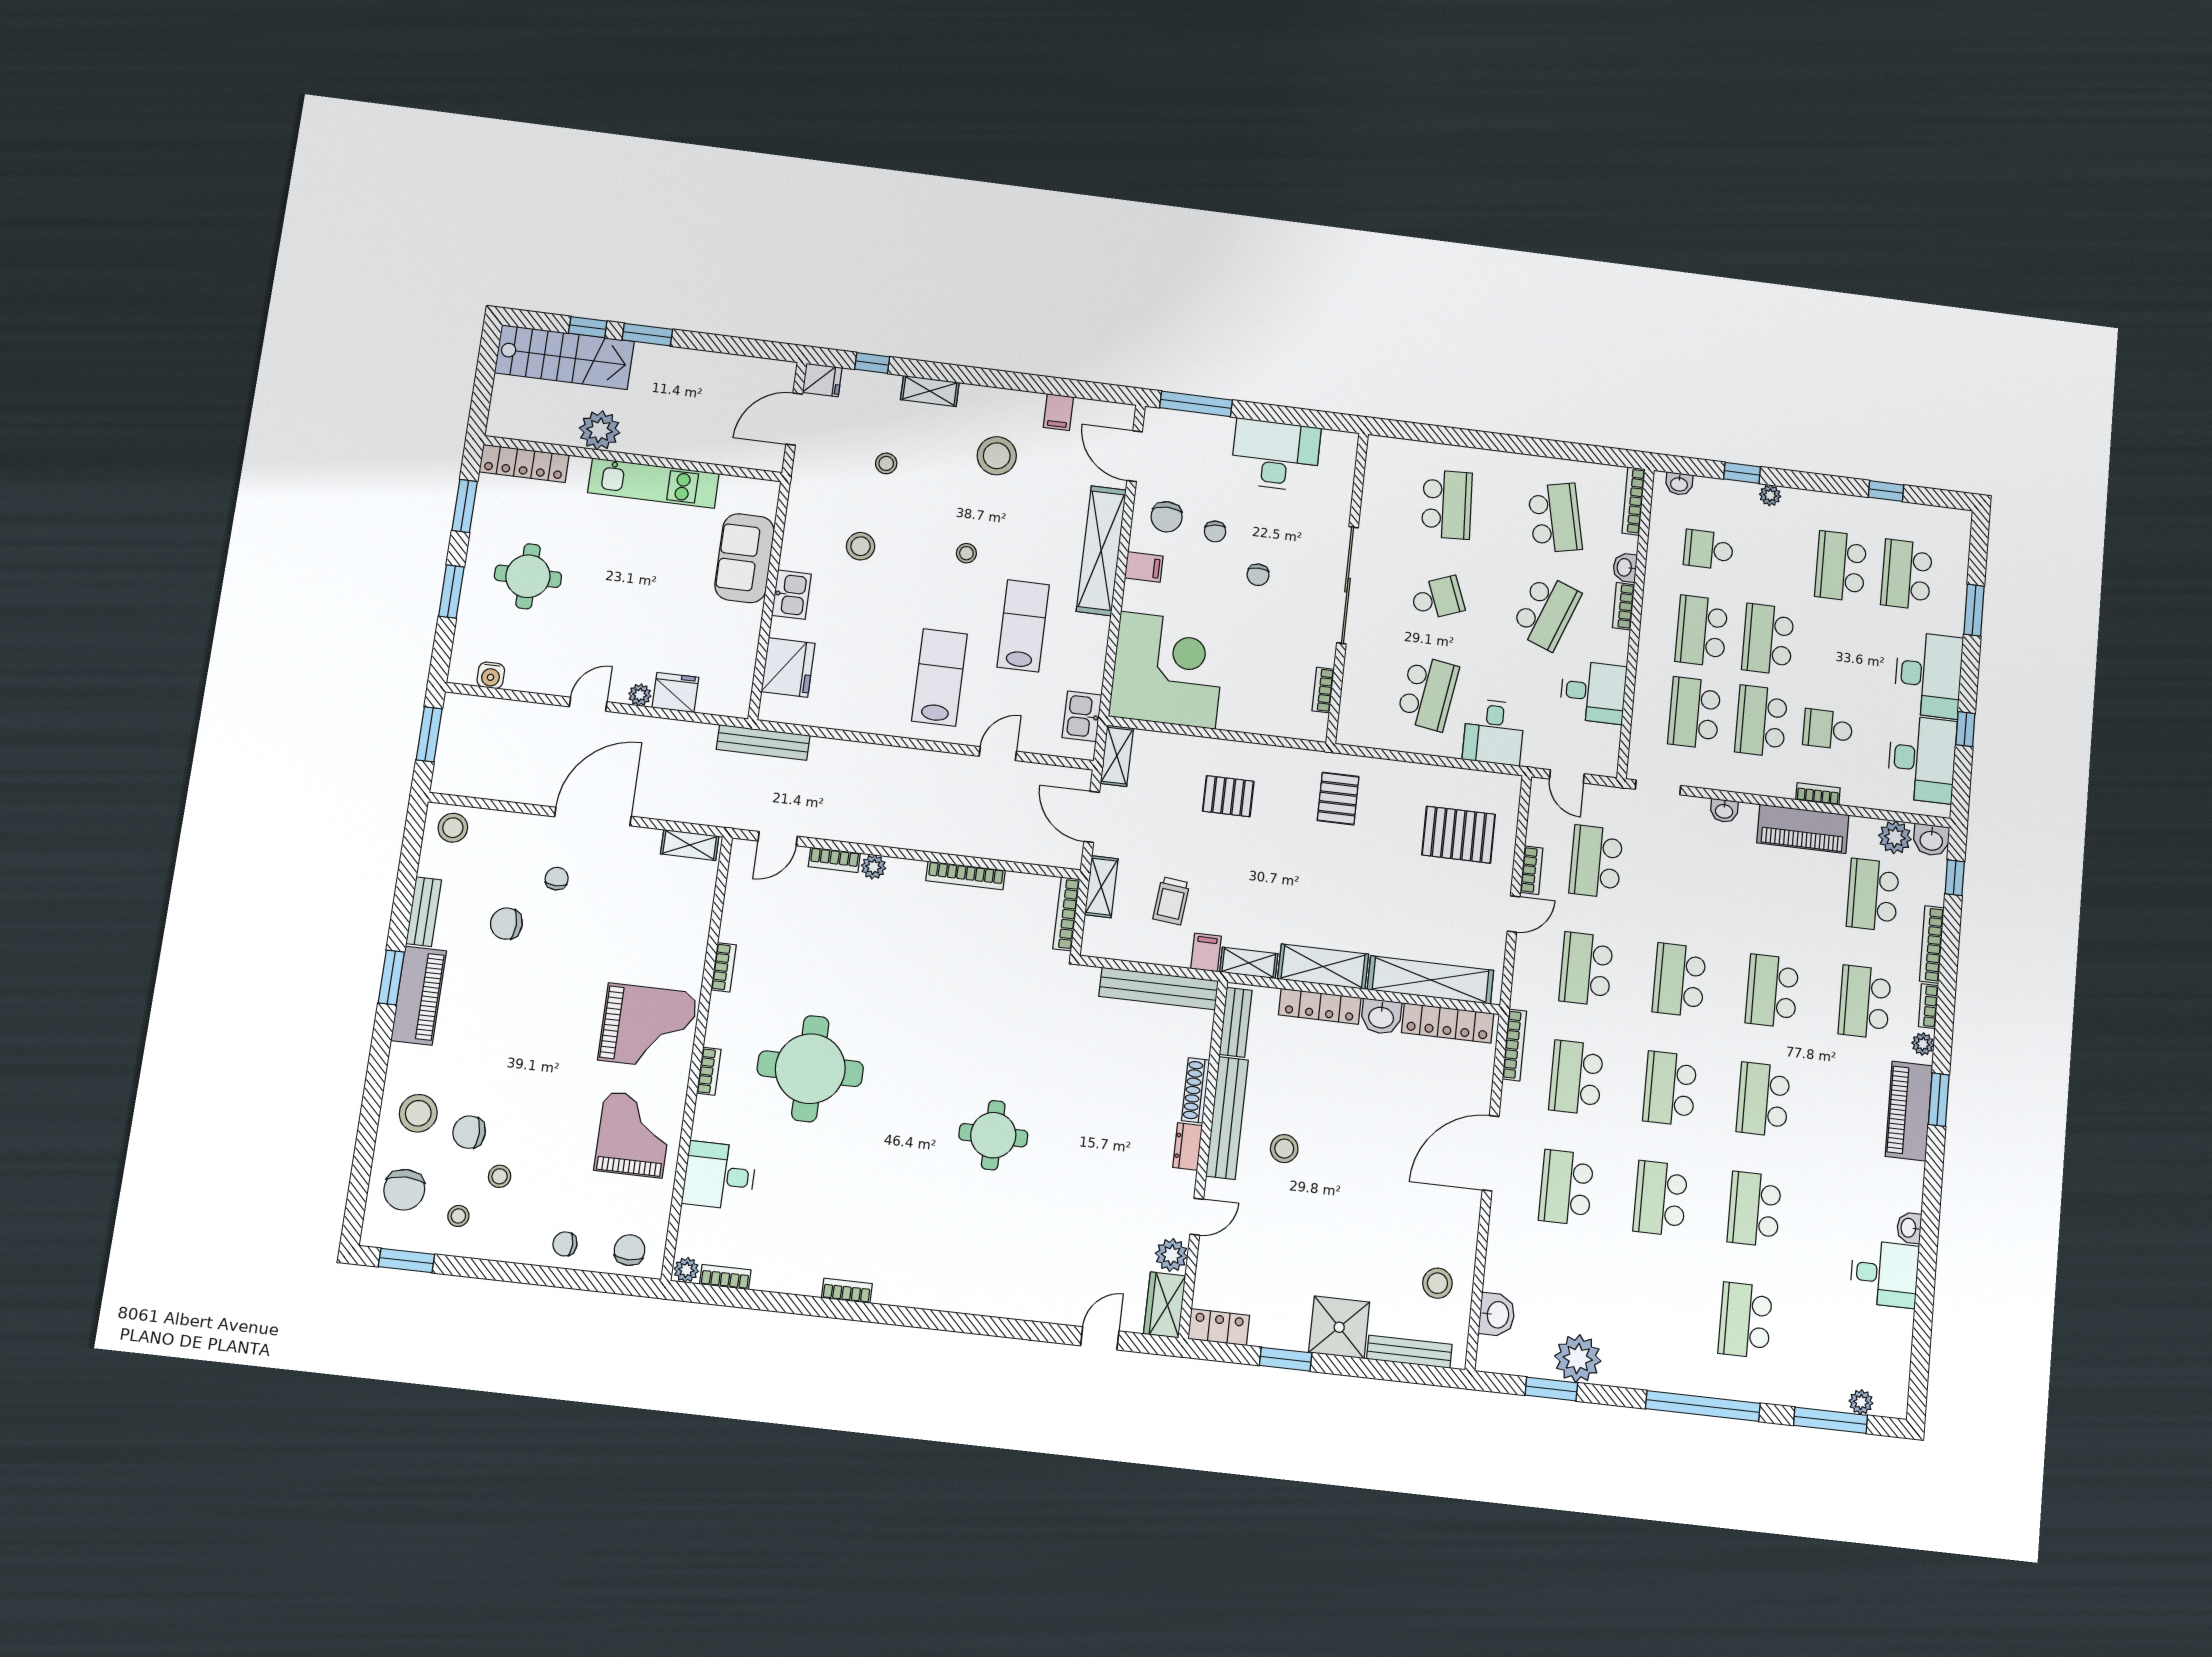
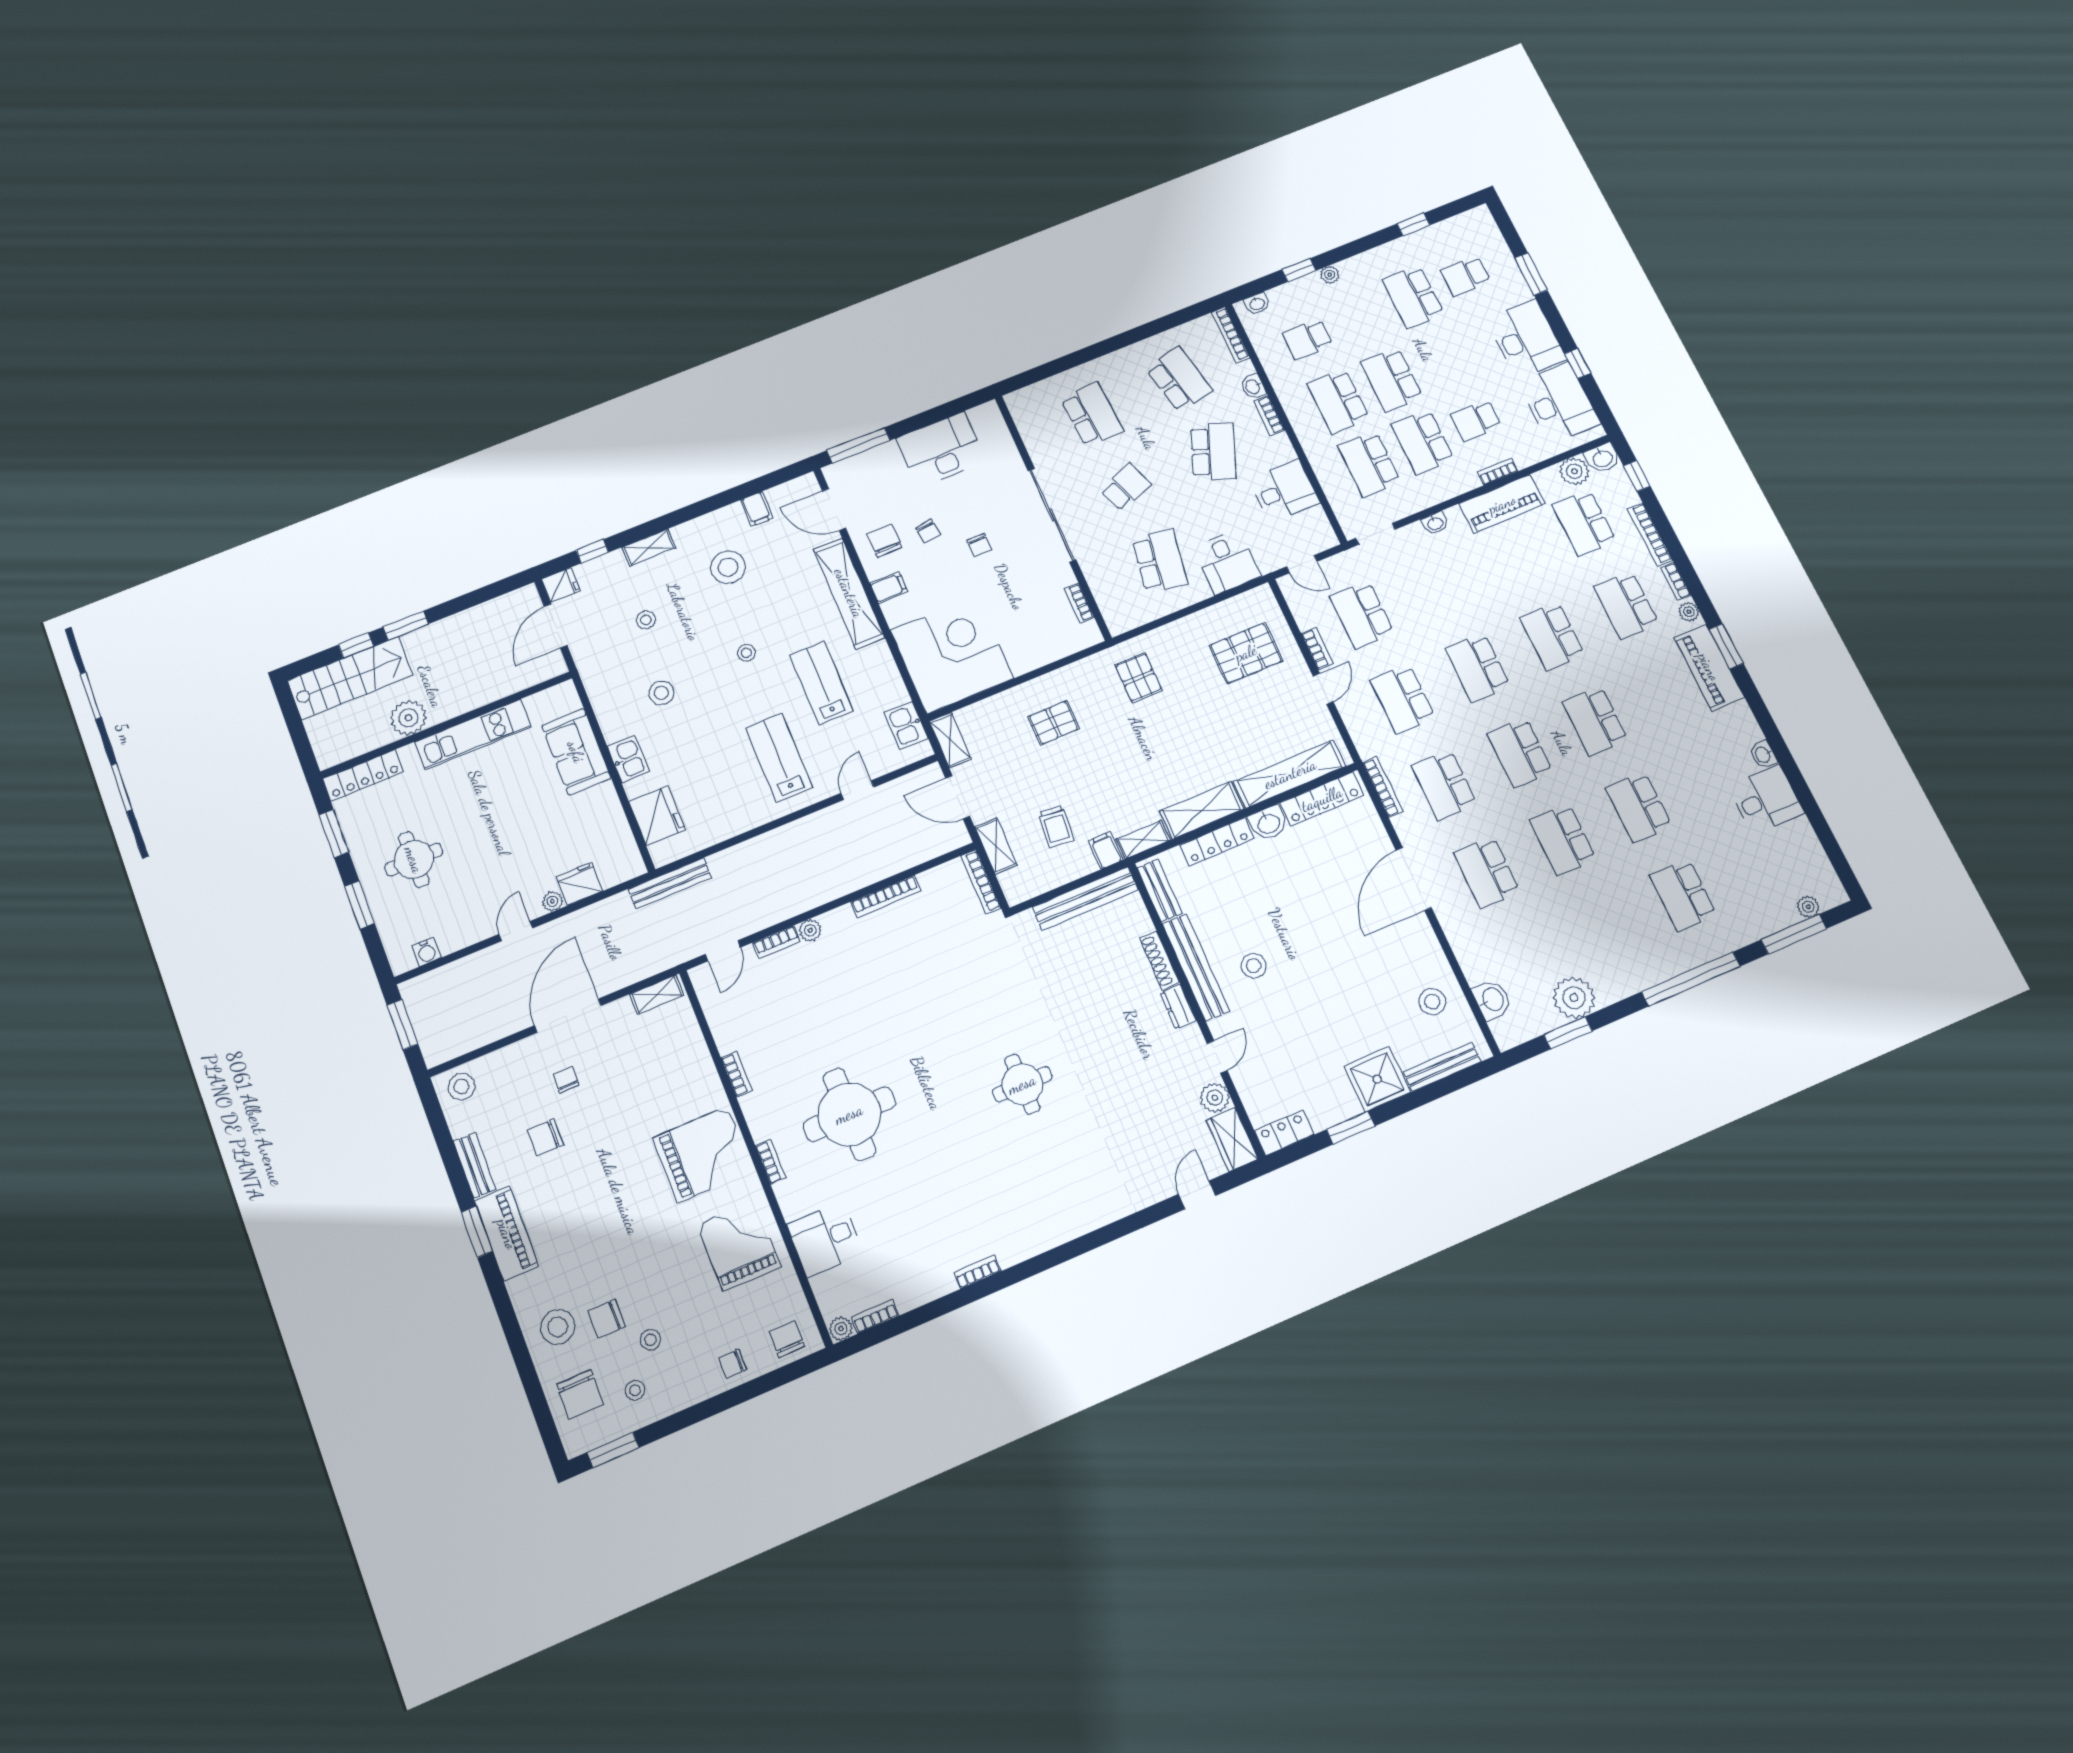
chair: (1167, 517) -> (885, 541), turned 180
school desk: (1907, 575) -> (1466, 276), width x0.54

